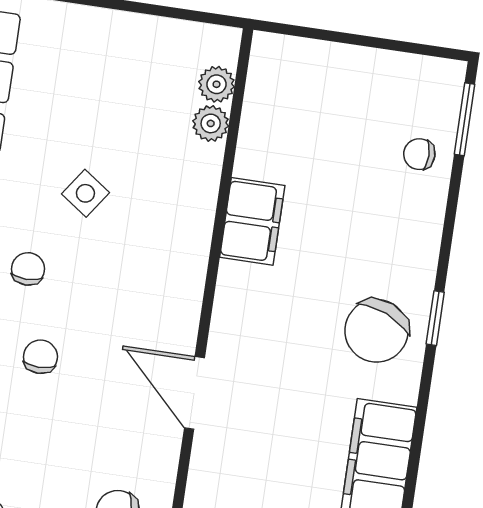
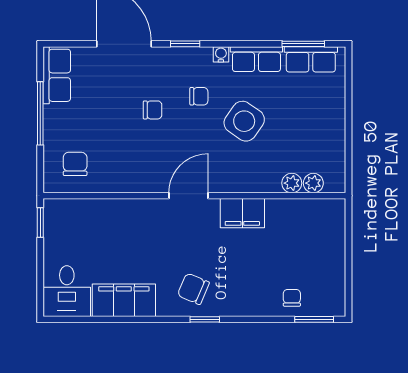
side table: (85, 193) -> (244, 121), width x1.87, depth x1.87
chair: (376, 331) -> (193, 289), width x0.73, depth x0.73
door: (194, 393) -> (188, 196), moved

